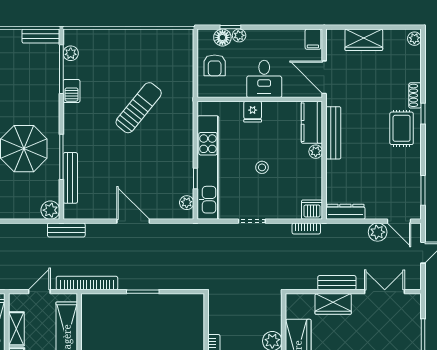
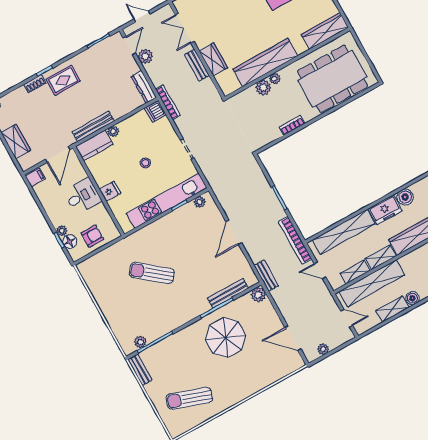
barbecue: (71, 91) -> (167, 327), removed
bookcase: (306, 229) -> (168, 102), width x1.56

